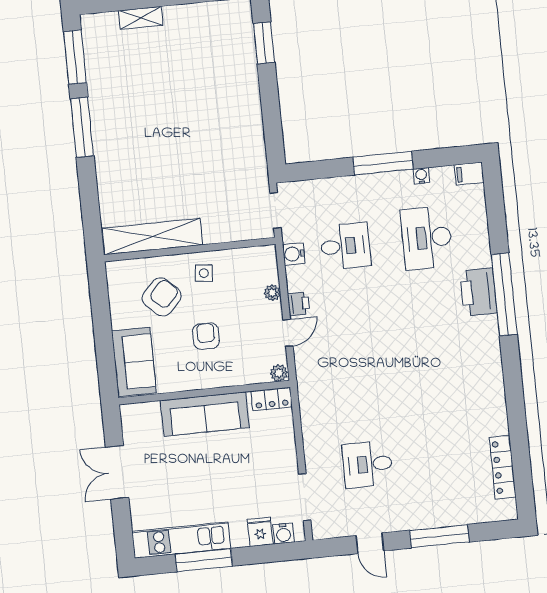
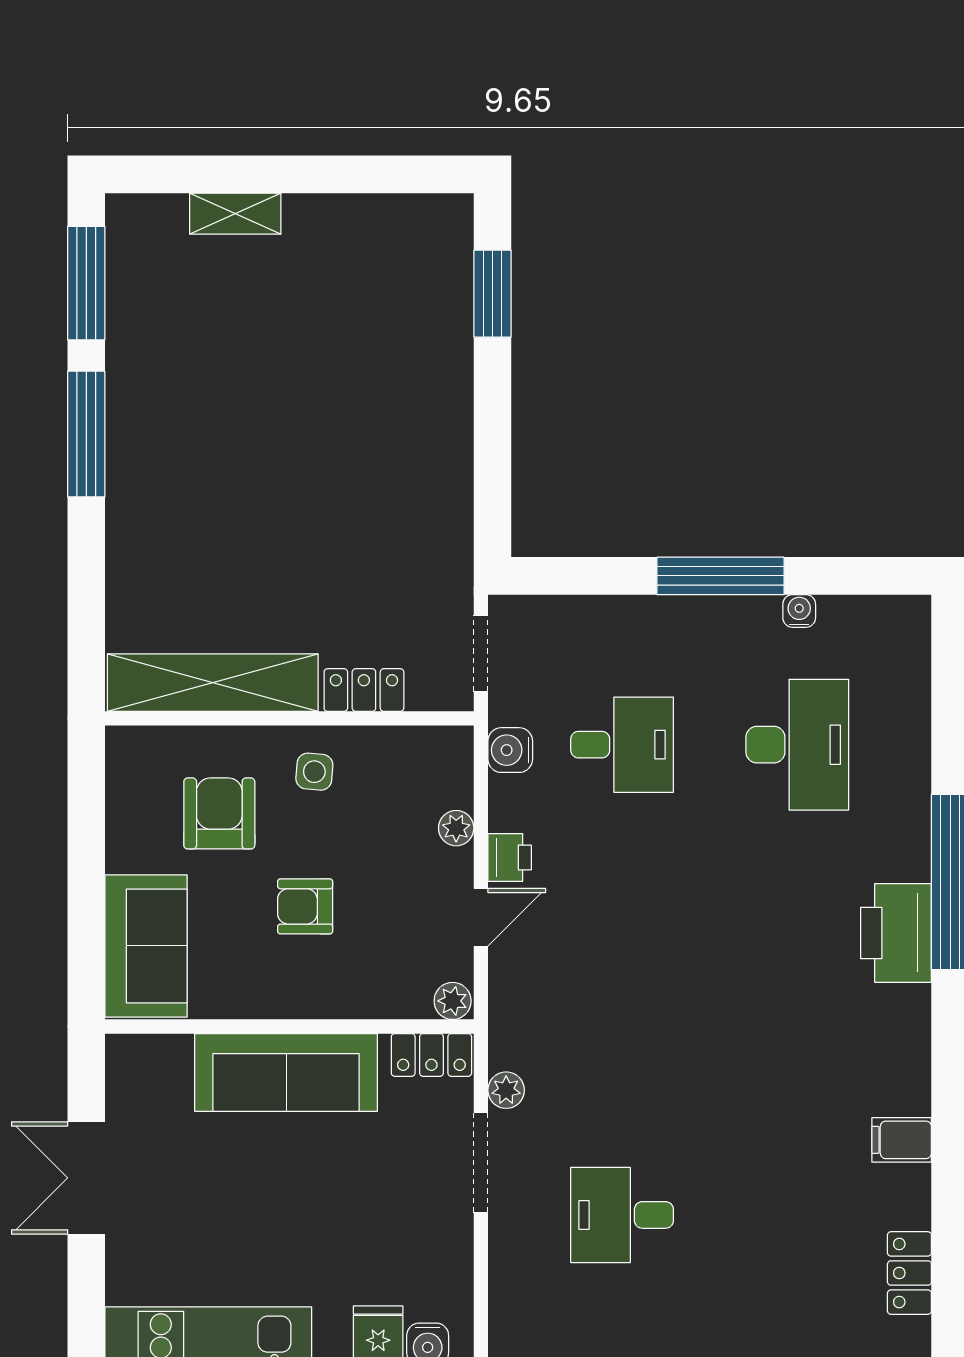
filing cabinet: (469, 174) -> (902, 1140), moved
locker: (223, 233) -> (364, 690), added
desk: (427, 238) -> (797, 745), turned 180
printer: (478, 292) -> (896, 933), moved
armchair: (162, 297) -> (219, 813), turned -44
armchair: (206, 336) -> (305, 906), turned -90
plant: (308, 412) -> (506, 1090), added
locker: (503, 467) -> (909, 1273), width x0.66
doorway: (305, 497) -> (481, 1163), moved

